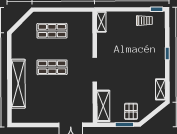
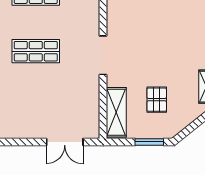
pallet: (131, 111) -> (157, 100), moved

